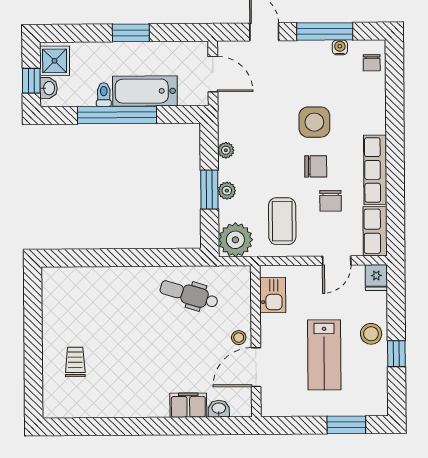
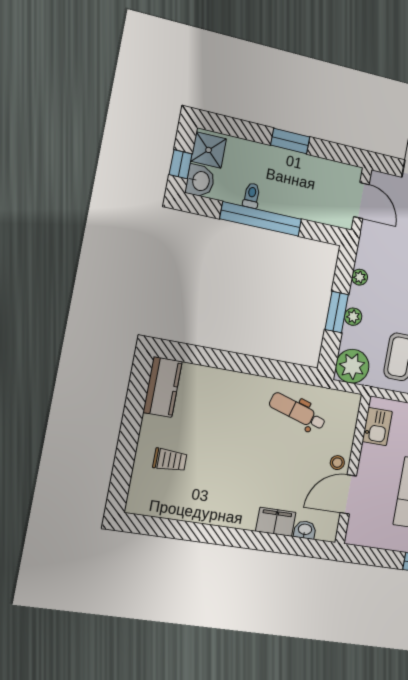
washbasin: (49, 88) -> (200, 181), width x1.38, depth x1.45
bathtub: (145, 91) -> (293, 202), removed
kitchen counter: (55, 294) -> (163, 387), added
trolley: (75, 362) -> (170, 460), turned 90

